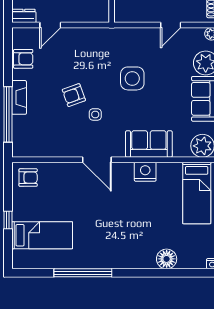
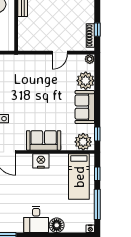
side table: (132, 78) -> (31, 92), removed
desk: (139, 251) -> (36, 219), added

